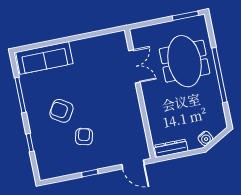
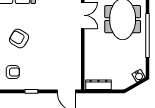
armchair: (84, 137) -> (13, 72), moved, turned 76
water cooler: (205, 138) -> (139, 76), moved

